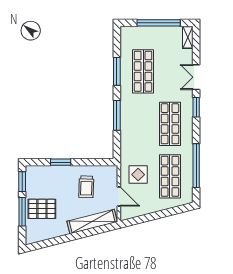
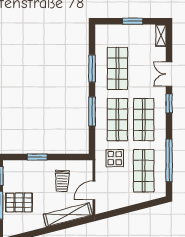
window: (159, 23) -> (133, 21), width x0.47
shop shelf: (143, 124) -> (117, 120), added
display table: (138, 175) -> (115, 158), moved
door: (119, 196) -> (94, 190), swing flipped

